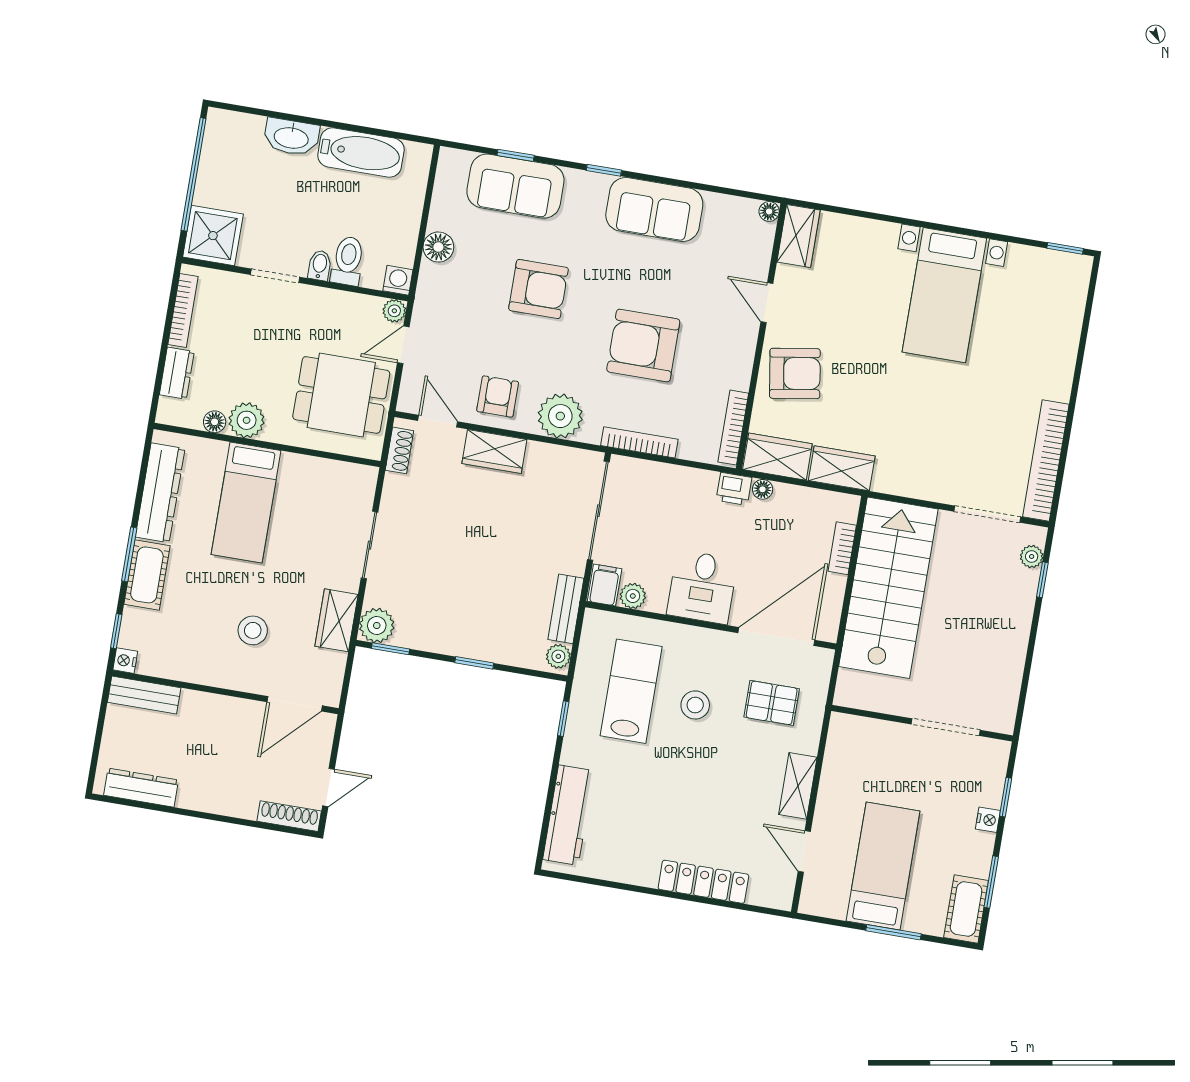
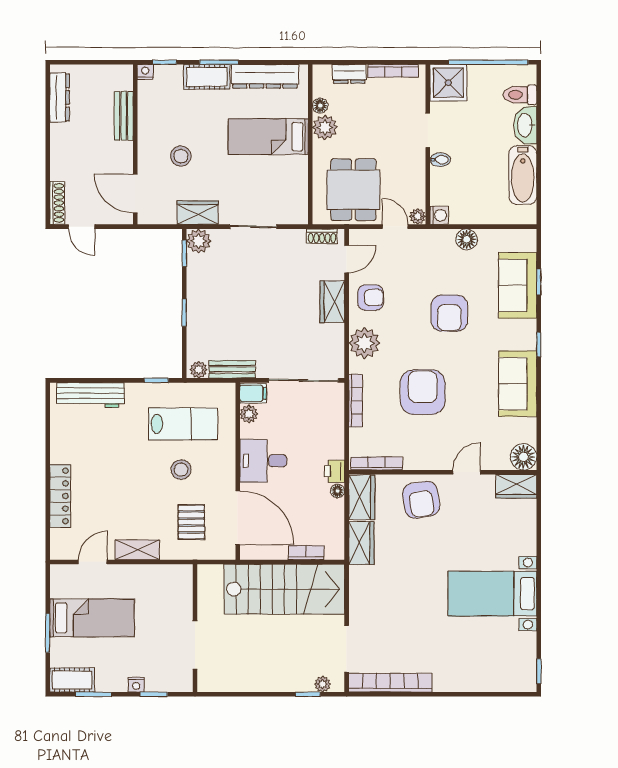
floor lamp: (769, 211) -> (524, 457), width x1.89, depth x1.89
toilet: (348, 261) -> (520, 95), moved, turned 180
bench: (144, 695) -> (124, 116), moved

